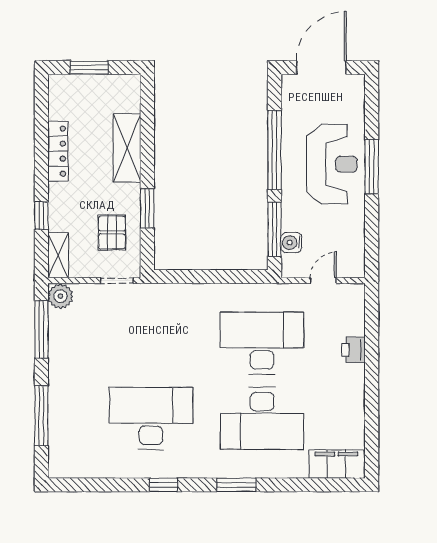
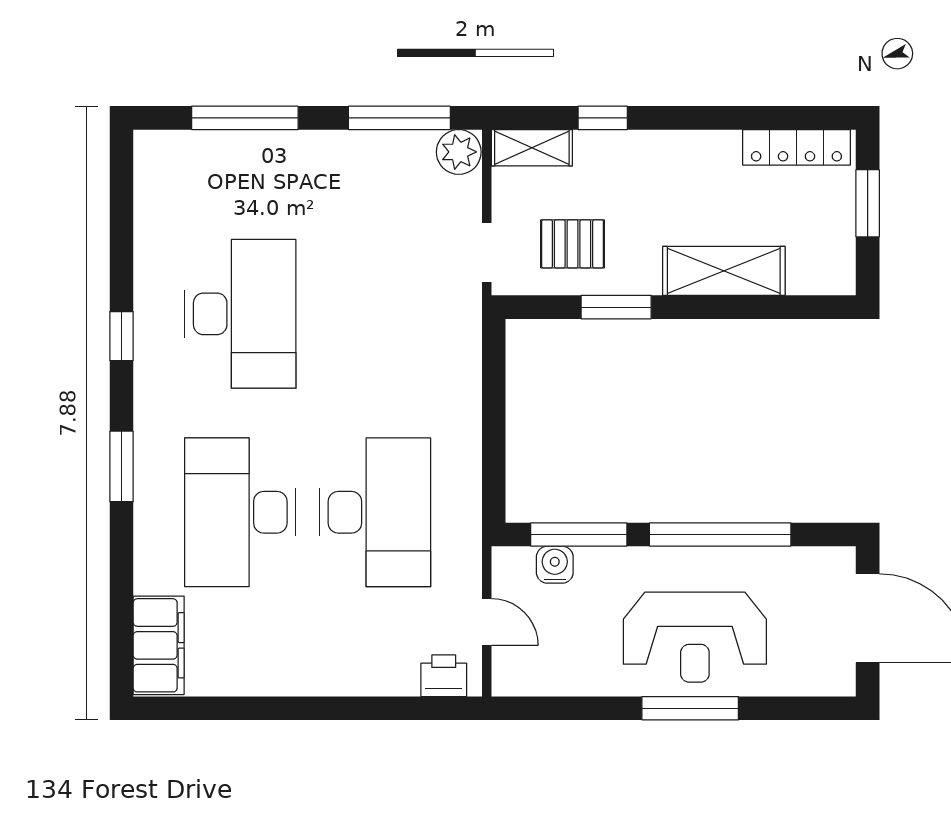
locker: (58, 151) -> (796, 147), moved
printer: (353, 350) -> (444, 676), moved

